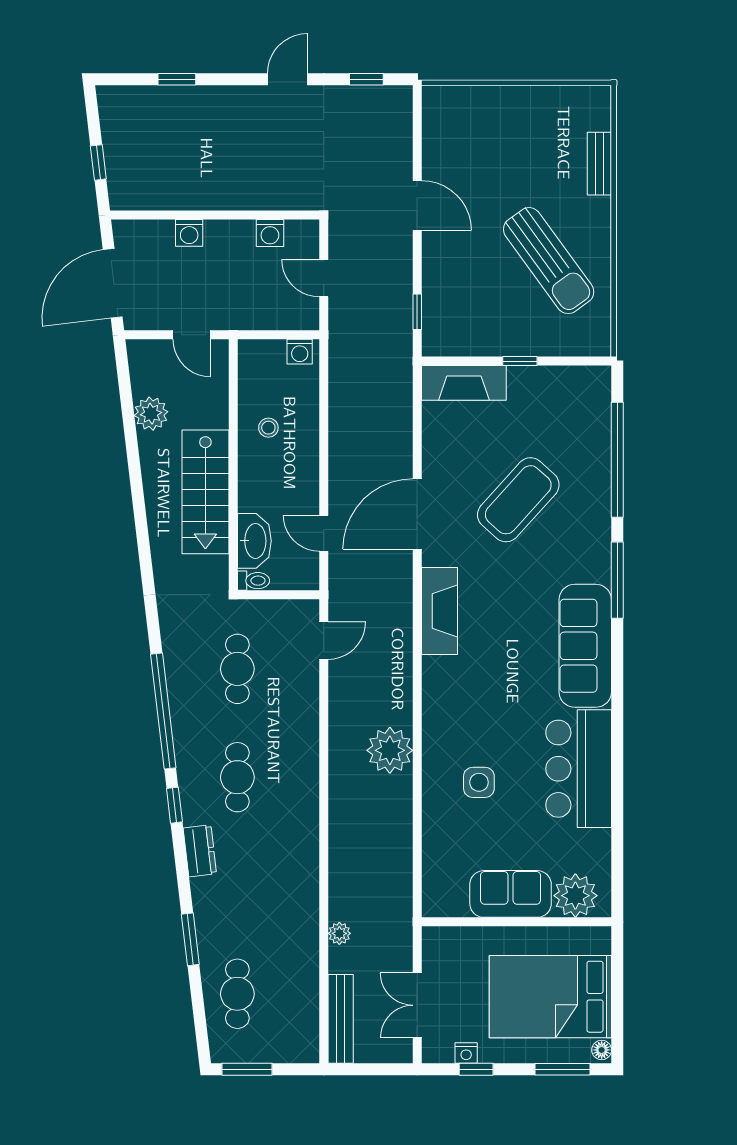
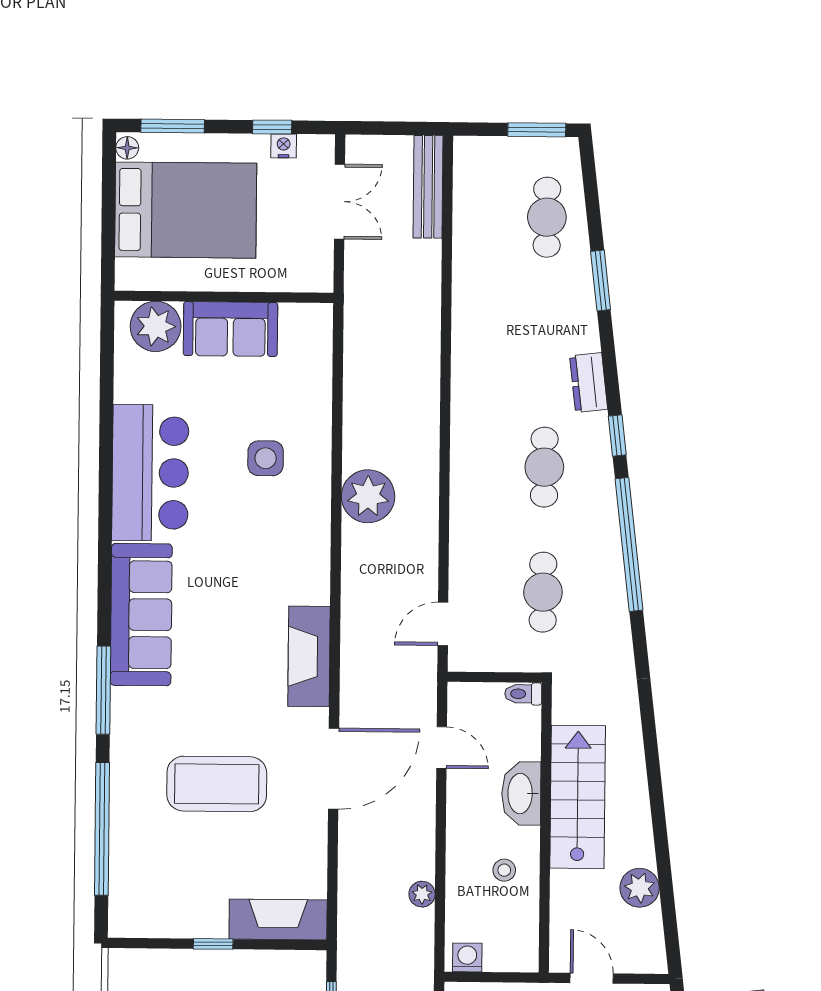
coffee table: (518, 500) -> (217, 784), turned 48
washbasin: (254, 541) -> (521, 793), moved
plant: (339, 933) -> (422, 894), moved

